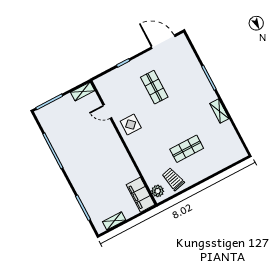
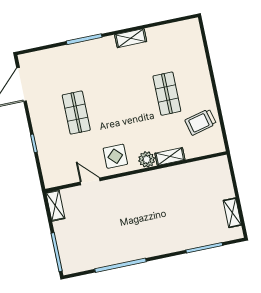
shop shelf: (154, 87) -> (76, 113), turned 90
door: (107, 111) -> (90, 181), swing flipped
shelving: (142, 164) -> (170, 156), added
plant: (158, 191) -> (147, 159), moved
filing cabinet: (141, 195) -> (209, 169), removed

